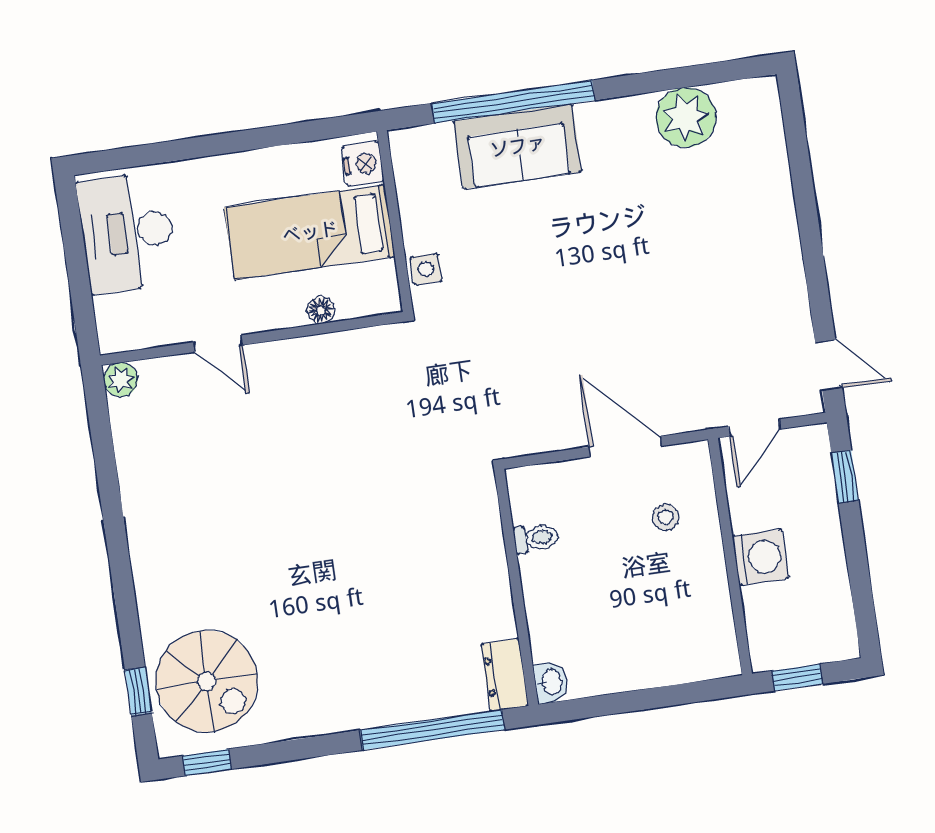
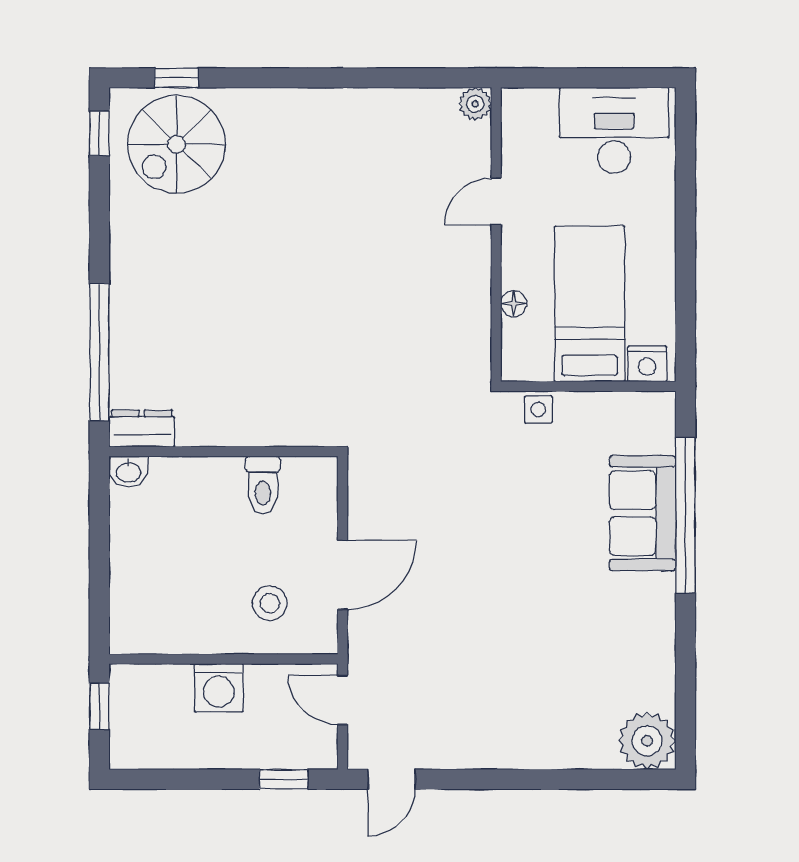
plant: (686, 117) -> (647, 741), moved
stool: (666, 517) -> (270, 603), width x1.37, depth x1.37
toilet: (536, 538) -> (263, 485), width x1.37, depth x1.39

